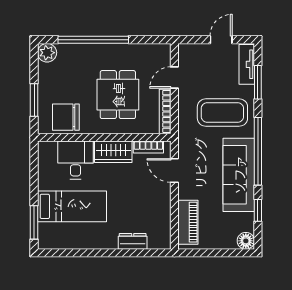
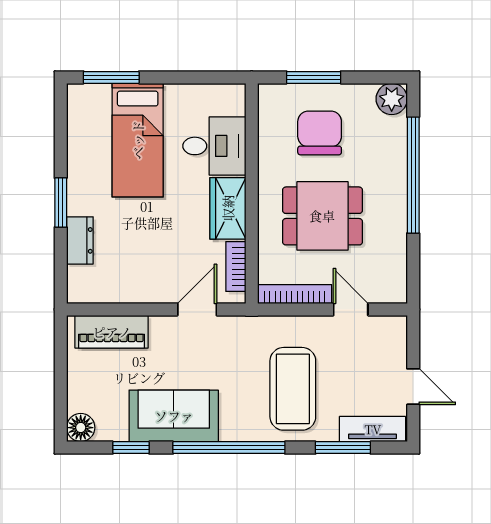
chair: (66, 117) -> (320, 133), moved
sofa: (239, 175) -> (174, 416), width x0.73
window: (110, 253) -> (61, 203), added

